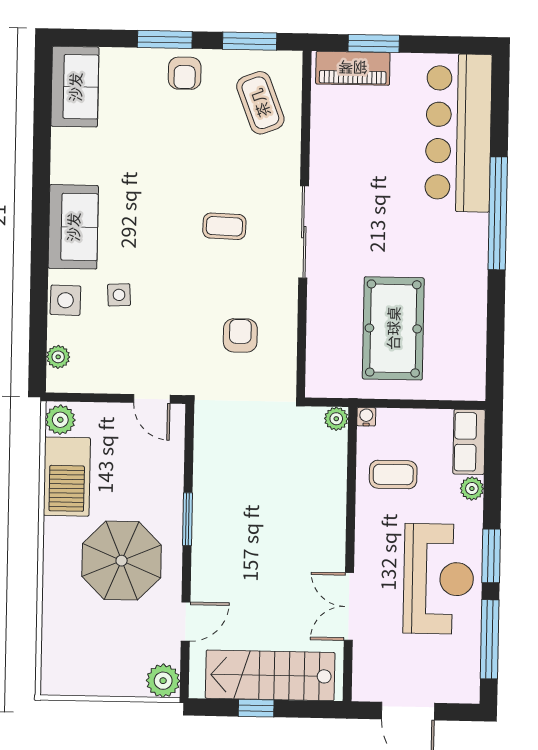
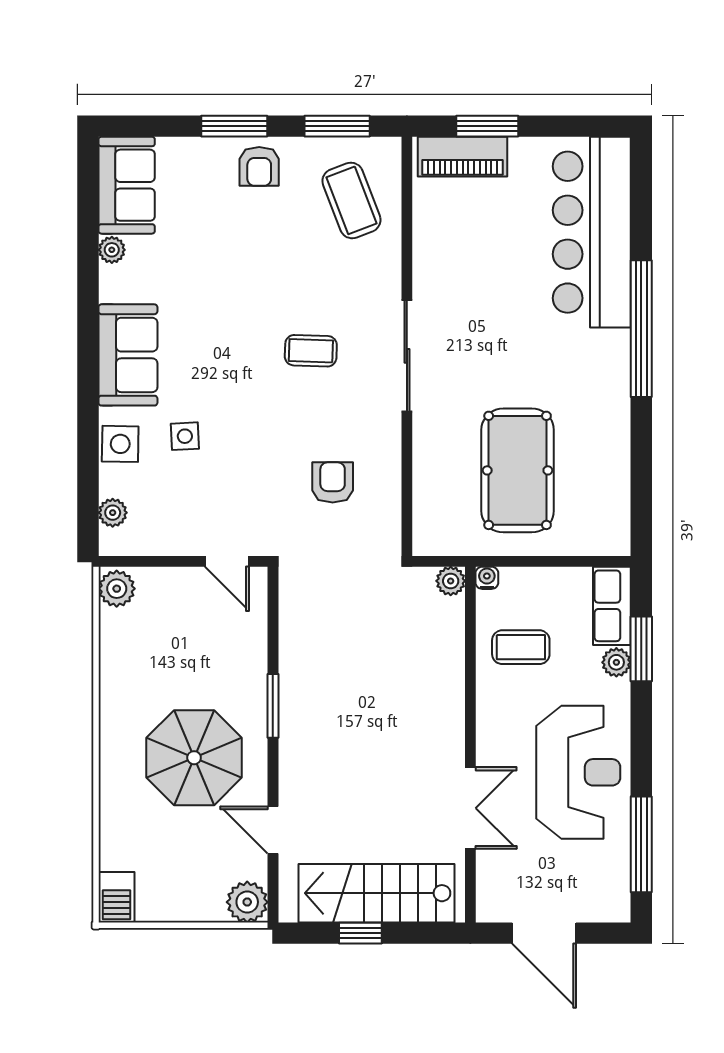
plant: (62, 140) -> (112, 250), added
barbecue: (67, 477) -> (117, 897), moved, width x0.53, depth x0.65
window: (491, 556) -> (641, 649), moved
double door: (349, 607) -> (470, 808), swing flipped
door: (186, 622) -> (273, 830), swing flipped

